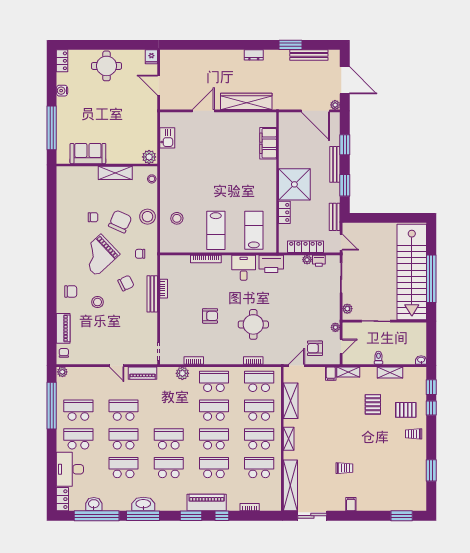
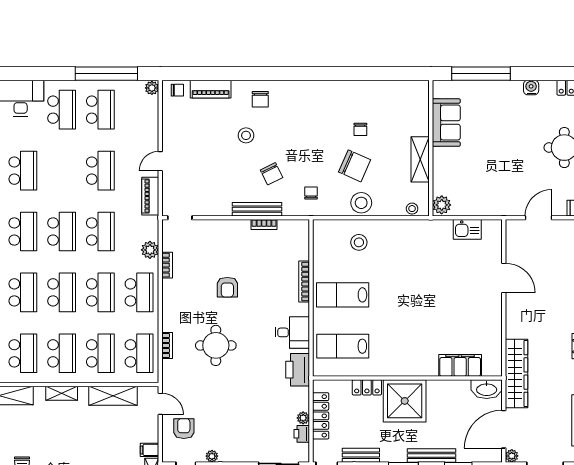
wardrobe: (246, 101) -> (516, 374), moved
washbasin: (286, 124) -> (487, 389), added
lab bench: (254, 230) -> (343, 346), turned 180
grand piano: (99, 255) -> (309, 137), removed
school desk: (124, 439) -> (100, 231), moved

